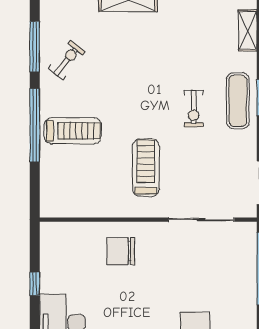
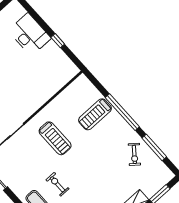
treadmill: (73, 131) -> (95, 114), moved
chair: (121, 251) -> (32, 90), removed

